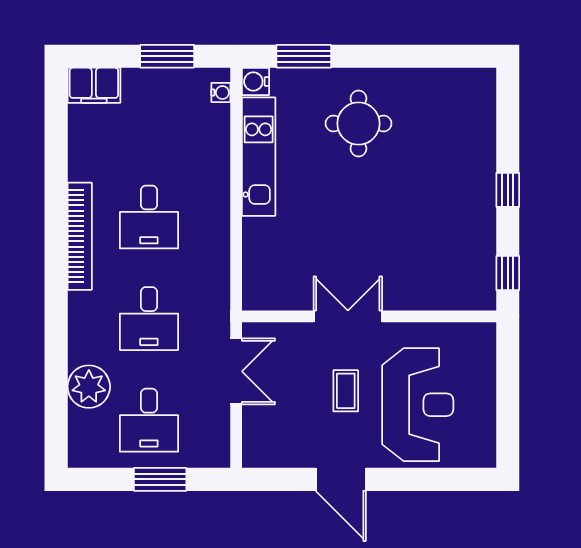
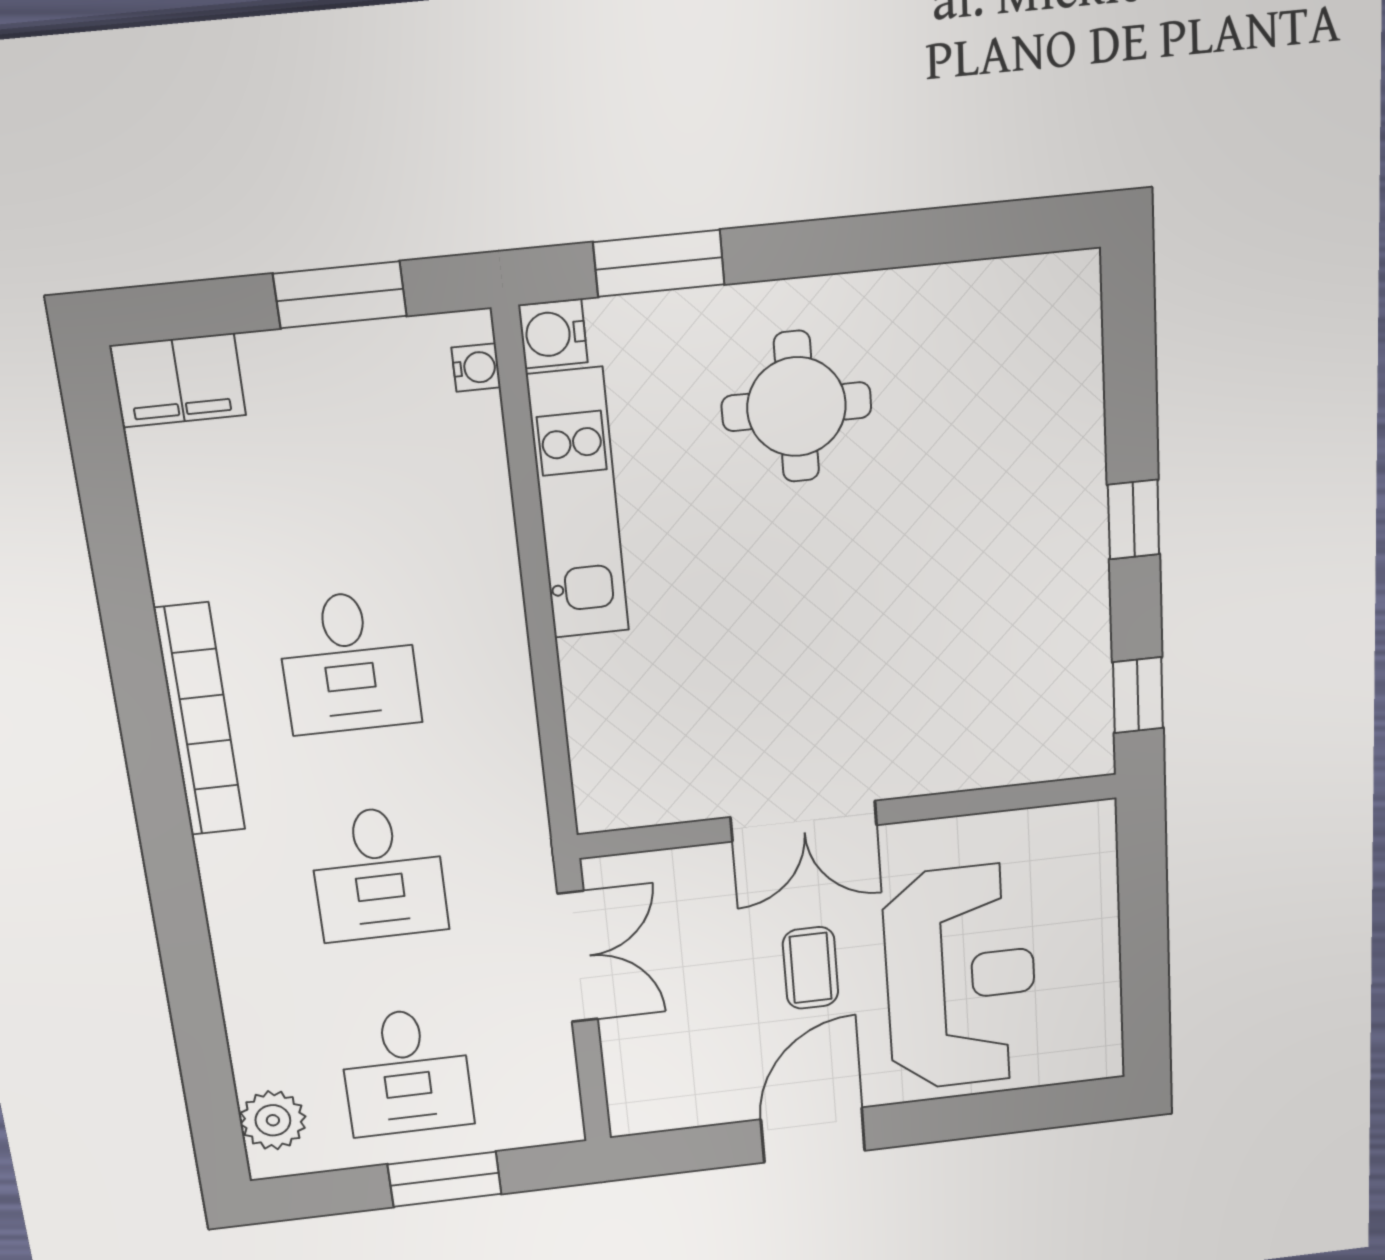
double door: (348, 316) -> (804, 821), swing flipped
plant: (89, 387) -> (273, 1120), moved, width x0.73, depth x0.73
door: (341, 479) -> (813, 1135), swing flipped

